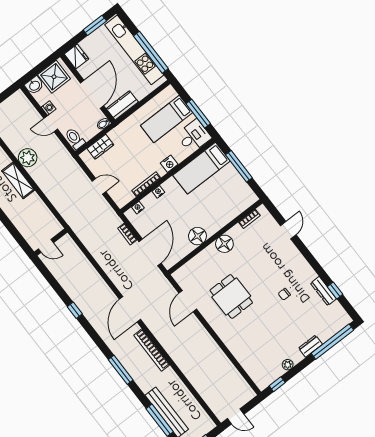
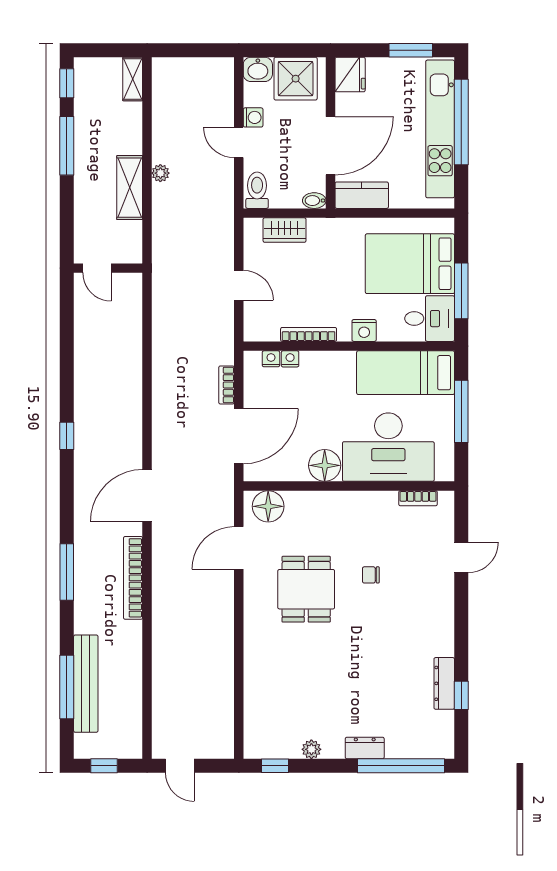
window: (151, 52) -> (461, 122), moved
bed: (167, 119) -> (410, 264), width x1.50
plant: (28, 158) -> (160, 173), width x0.53, depth x0.53
nightstand: (158, 192) -> (290, 359), moved
desk: (219, 207) -> (388, 447), added
wall: (51, 242) -> (108, 268), moved
floor lamp: (224, 244) -> (268, 506), moved
door: (46, 246) -> (97, 268), moved
chair: (284, 294) -> (371, 575), moved

